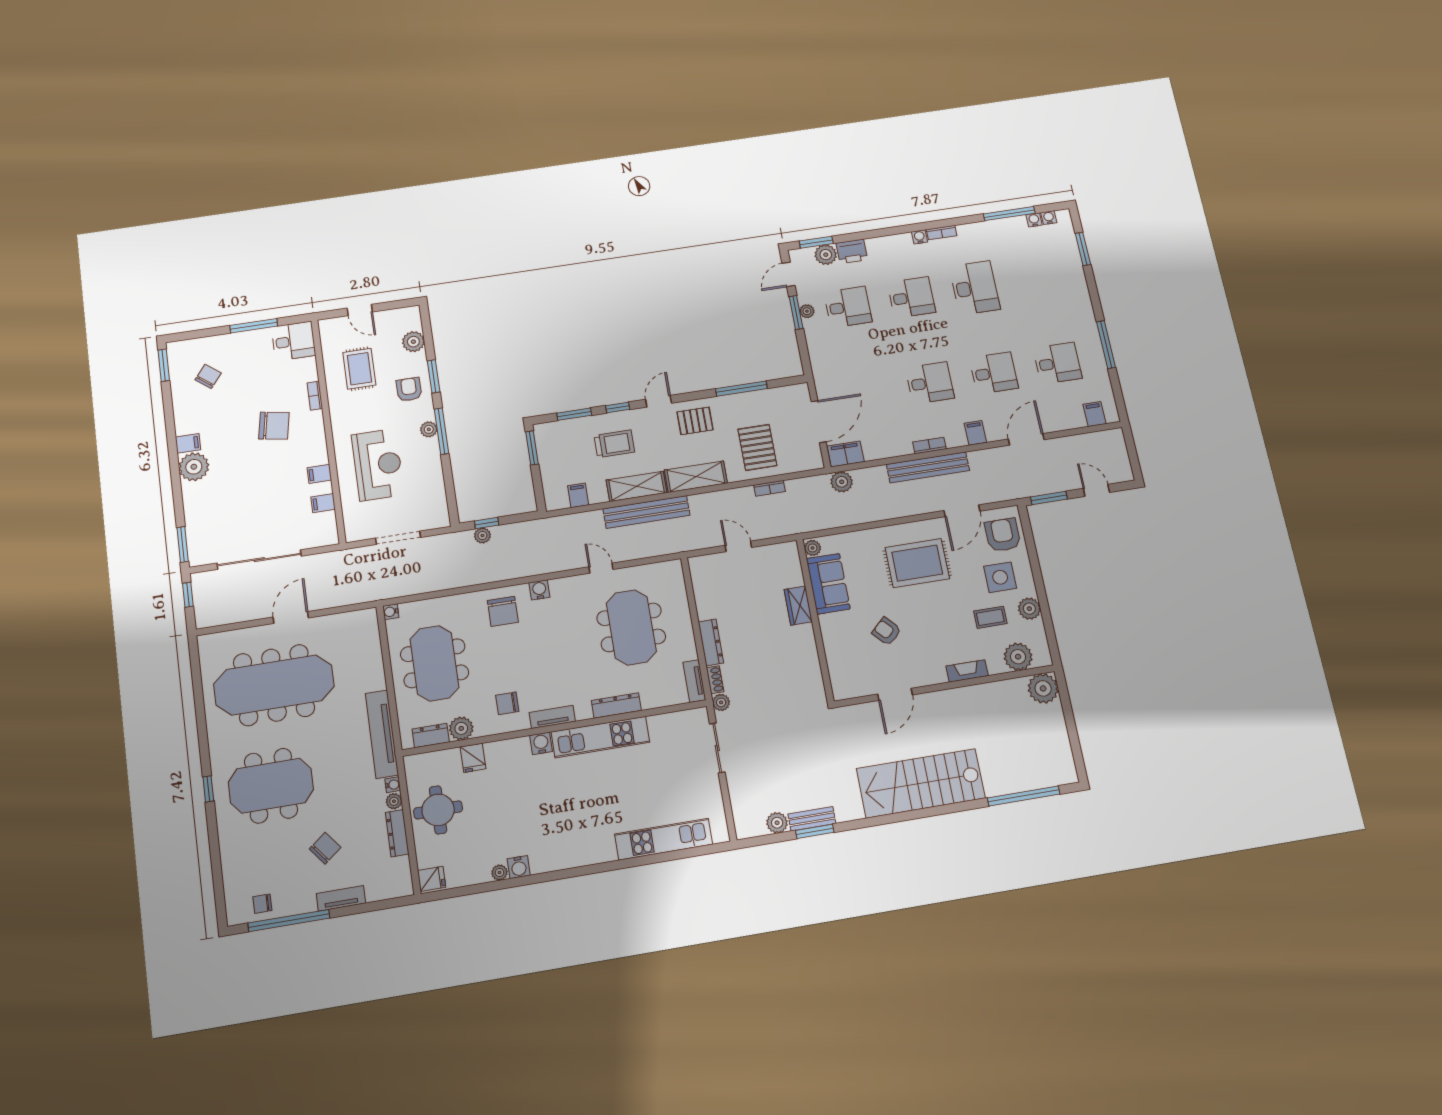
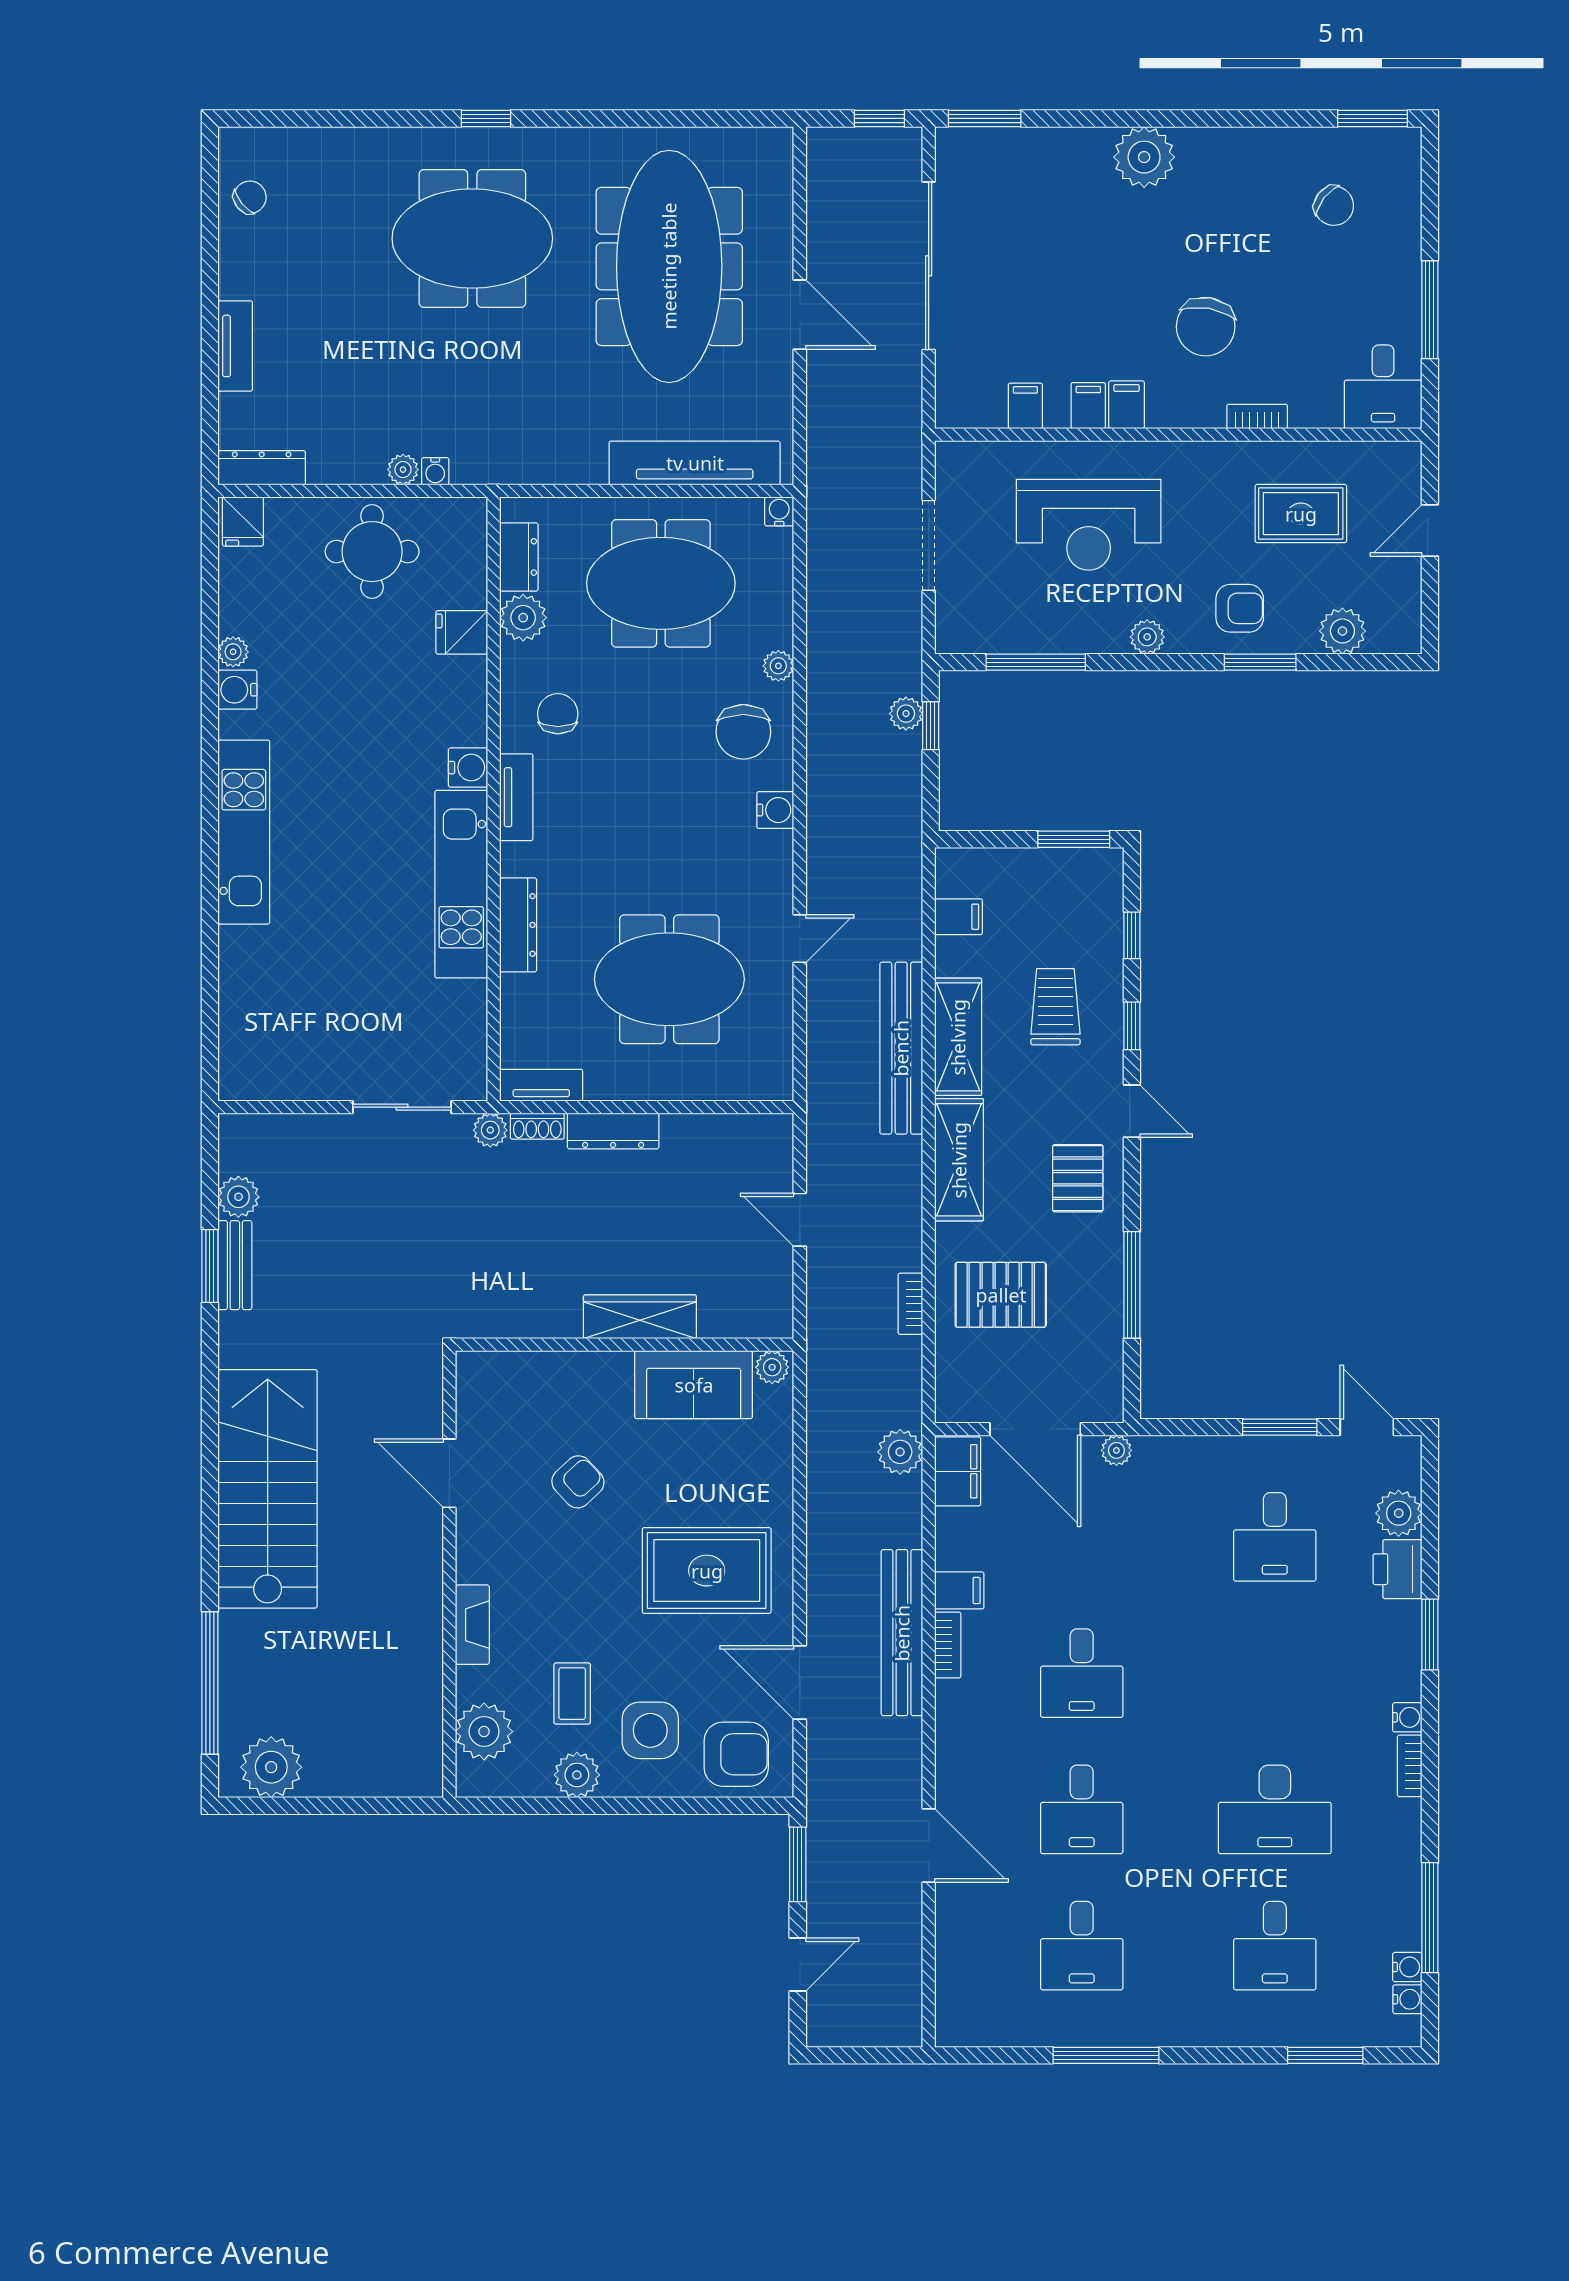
window: (816, 242) -> (1430, 1635), moved
desk: (911, 297) -> (1275, 1946), moved
plant: (807, 311) -> (1116, 1450), moved
window: (574, 414) -> (1132, 935), width x0.67
filing cabinet: (1095, 414) -> (960, 1997), removed
window: (442, 431) -> (1036, 662), moved
filing cabinet: (975, 433) -> (959, 1590), moved
filing cabinet: (188, 443) -> (1127, 405), moved, turned 180
trolley: (614, 444) -> (1055, 1007), turned 180
door: (738, 546) -> (800, 1220), swing flipped
rug: (917, 563) -> (707, 1571), turned 90
plant: (468, 600) -> (778, 666), added
wardrobe: (798, 606) -> (640, 1317), width x1.50
chair: (503, 611) -> (743, 732), turned -90
plant: (1043, 688) -> (271, 1767), moved
tv unit: (382, 734) -> (695, 463), moved
meeting table: (271, 786) -> (472, 238), turned 90
dresser: (397, 833) -> (262, 468), moved
kitchen unit: (664, 839) -> (244, 832), moved
chair: (325, 848) -> (335, 328), removed
chair: (262, 904) -> (250, 197), turned 51
window: (289, 921) -> (210, 243), removed

